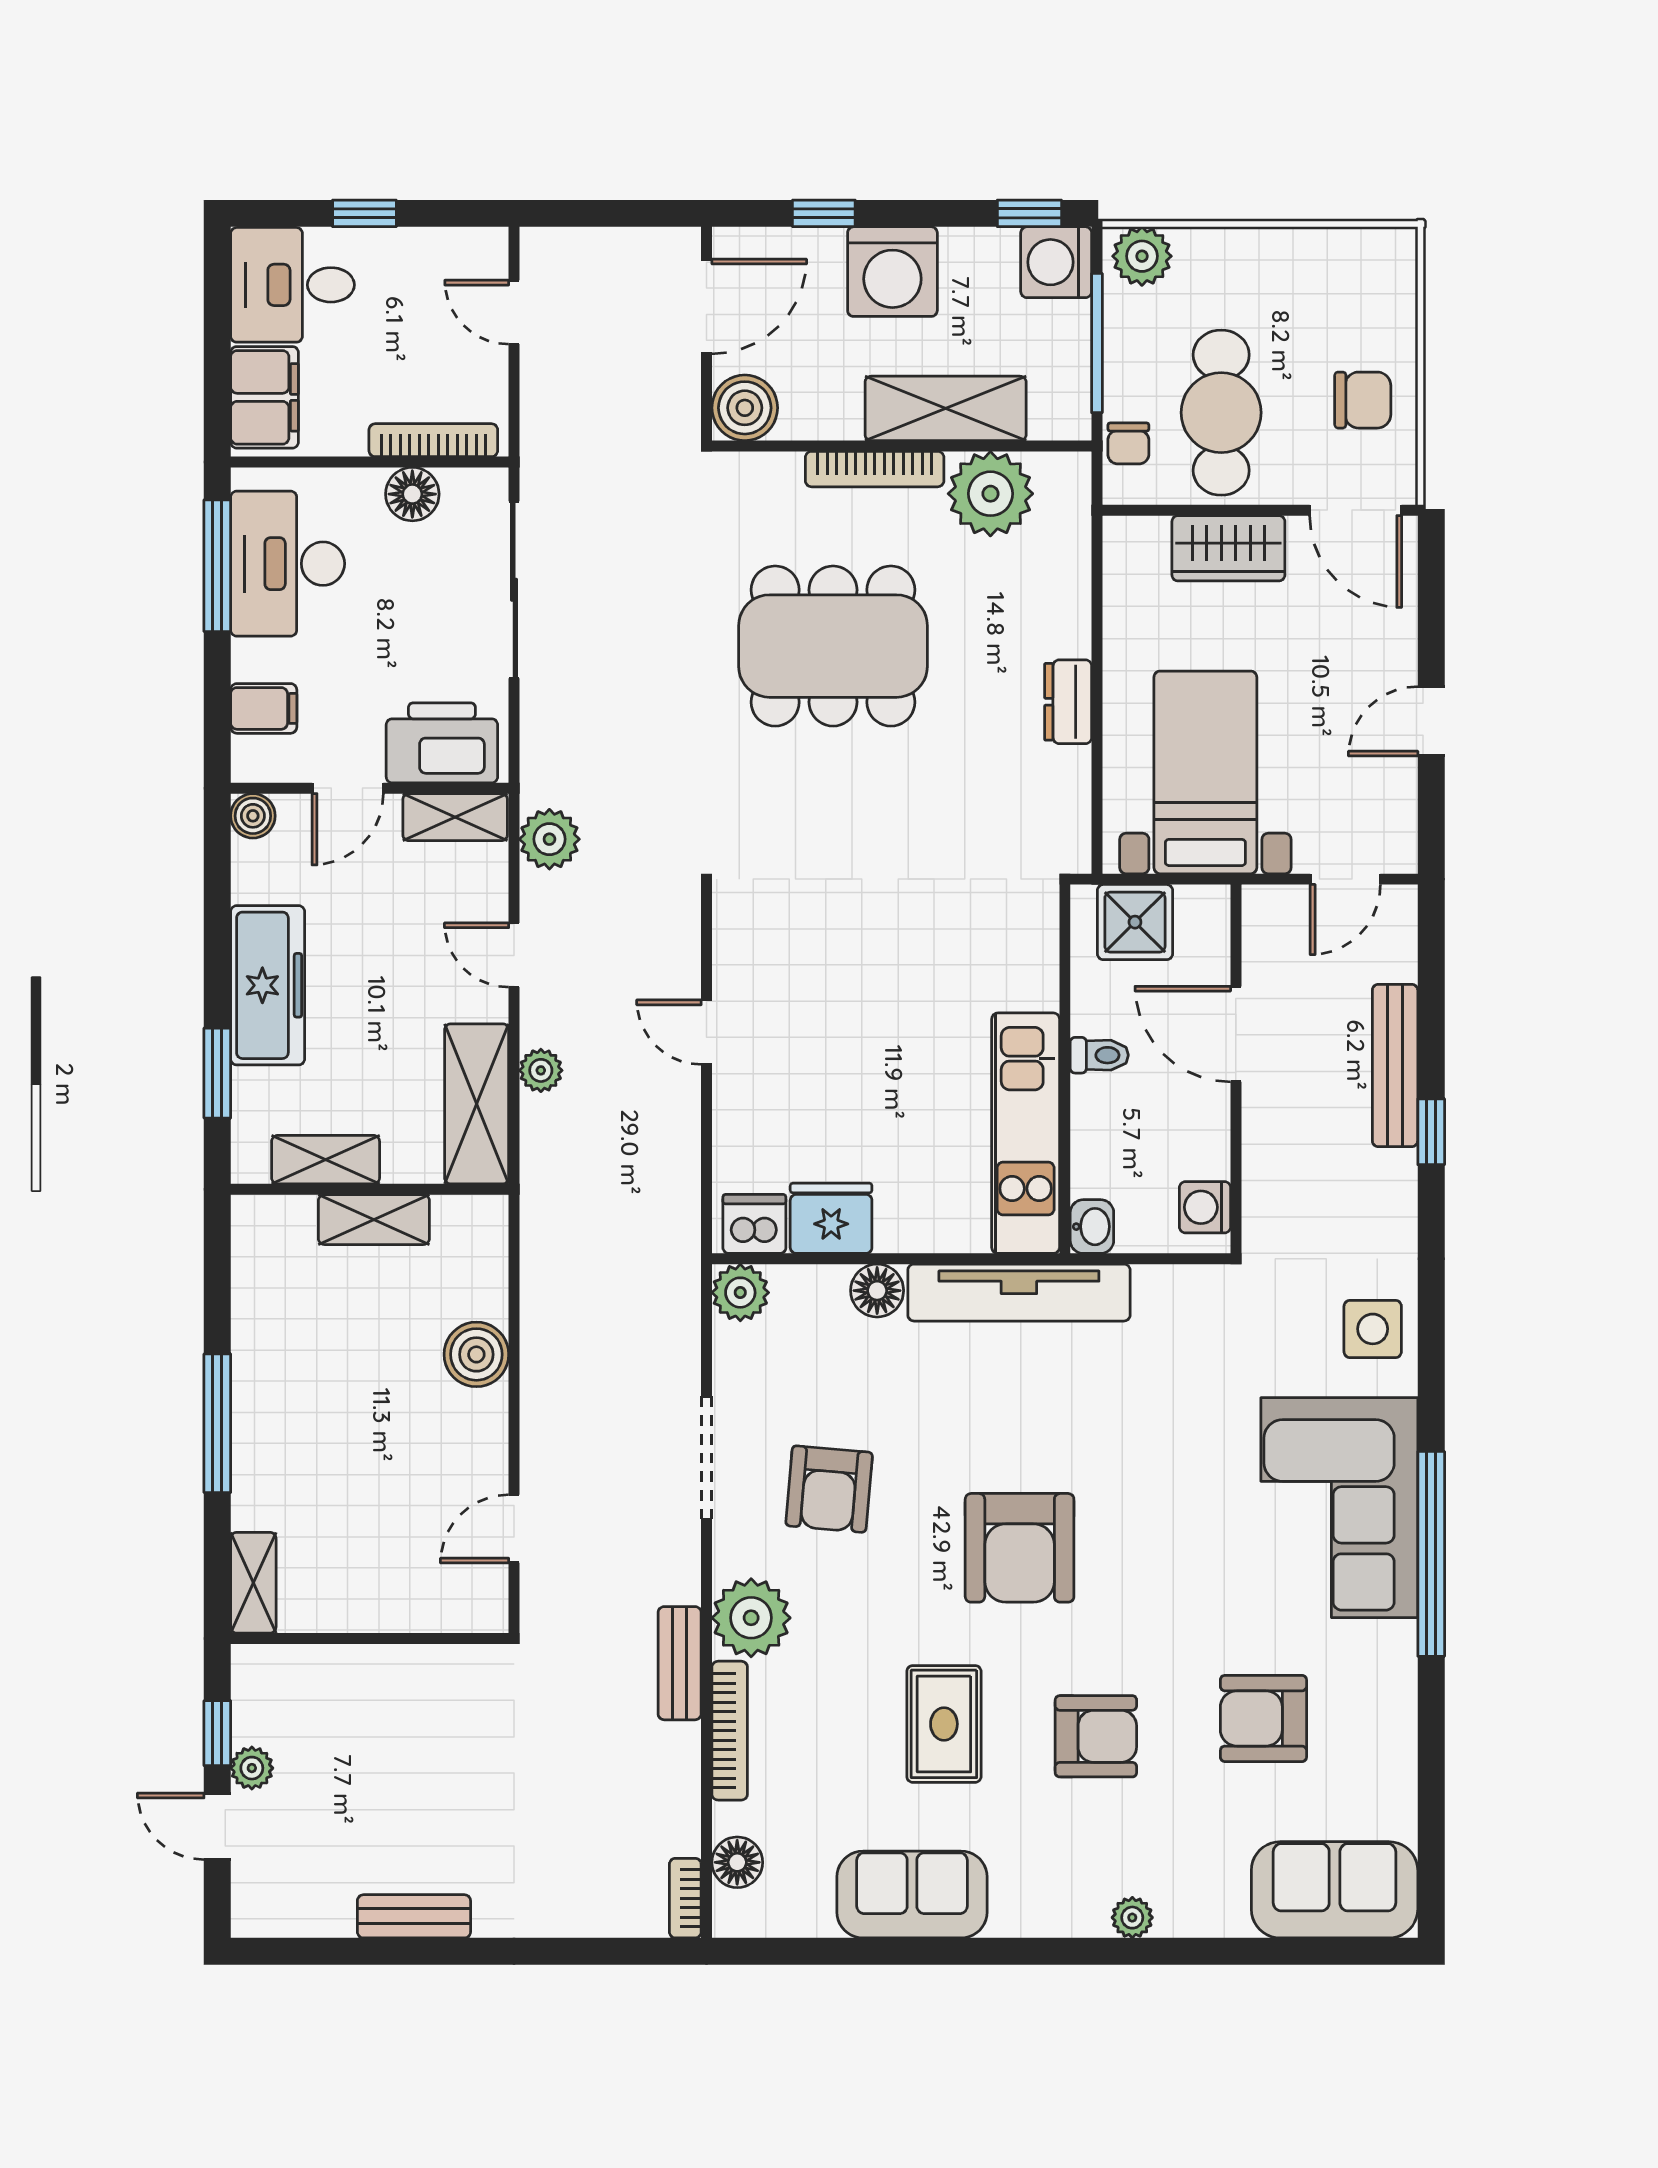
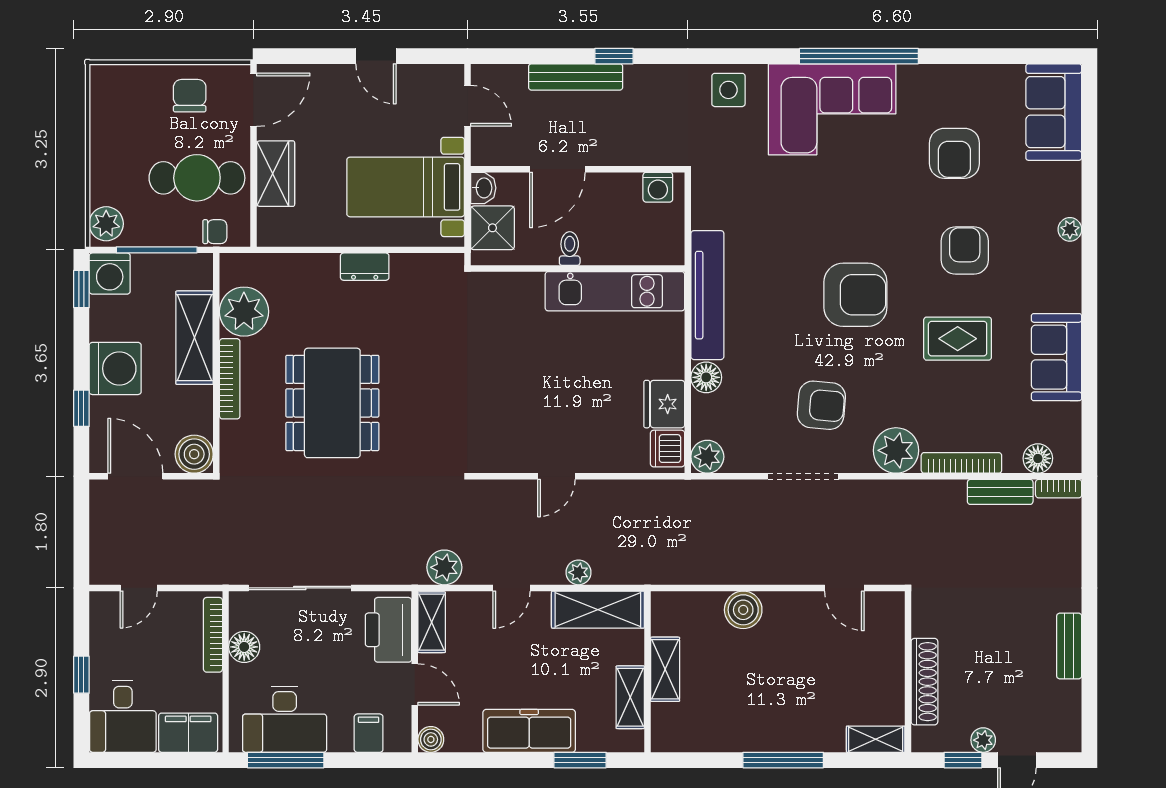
washbasin: (1092, 1227) -> (483, 188), moved, turned 90
bench: (680, 1663) -> (1000, 492), moved
shoe rack: (353, 1667) -> (924, 682), added

